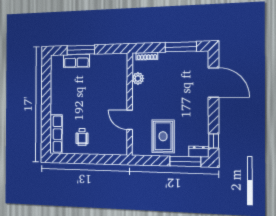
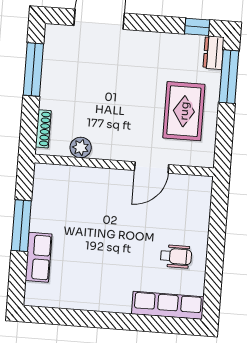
window: (81, 50) -> (21, 226), moved
rug: (163, 136) -> (184, 111), turned 90

